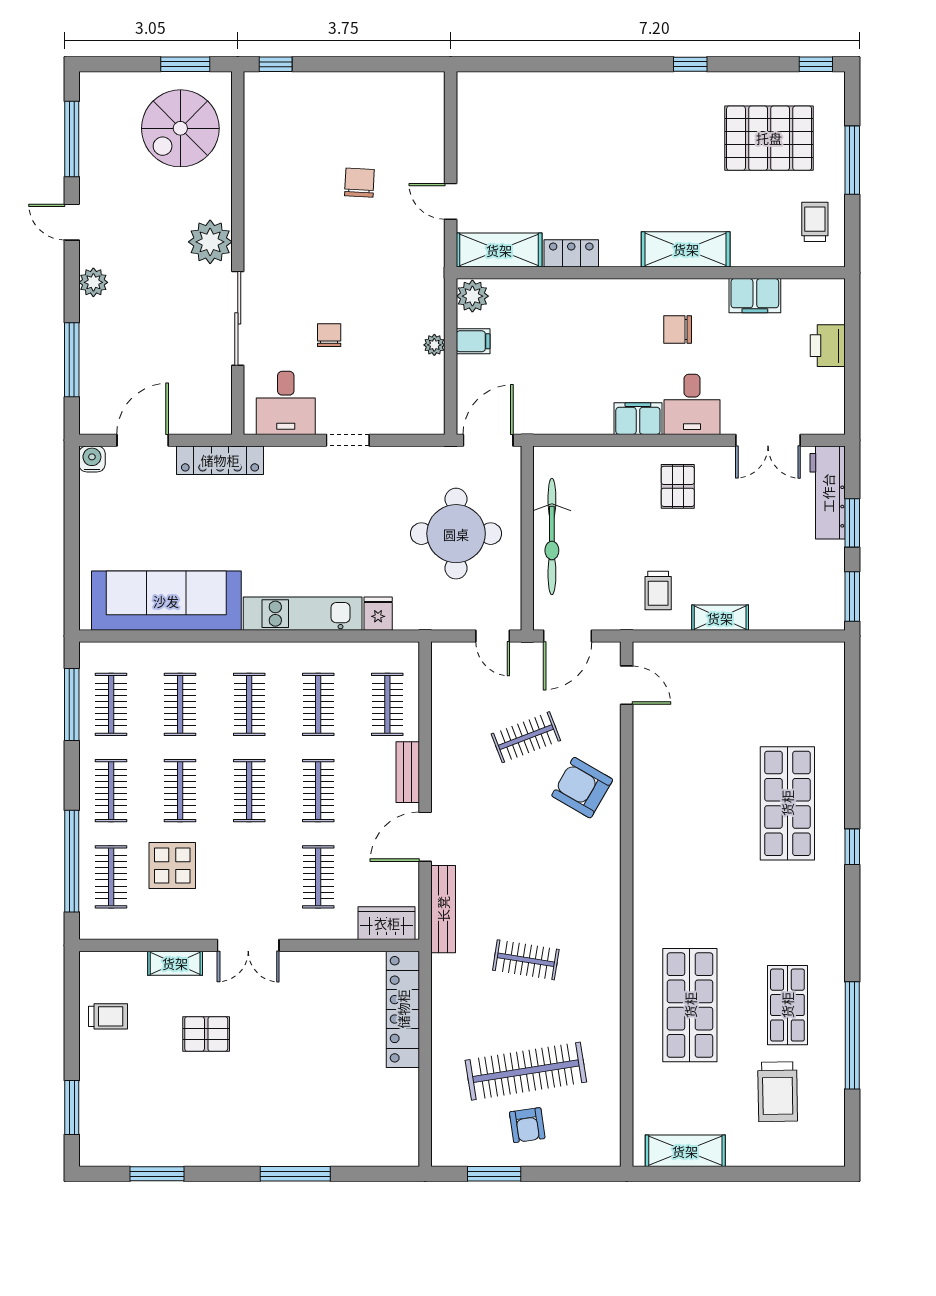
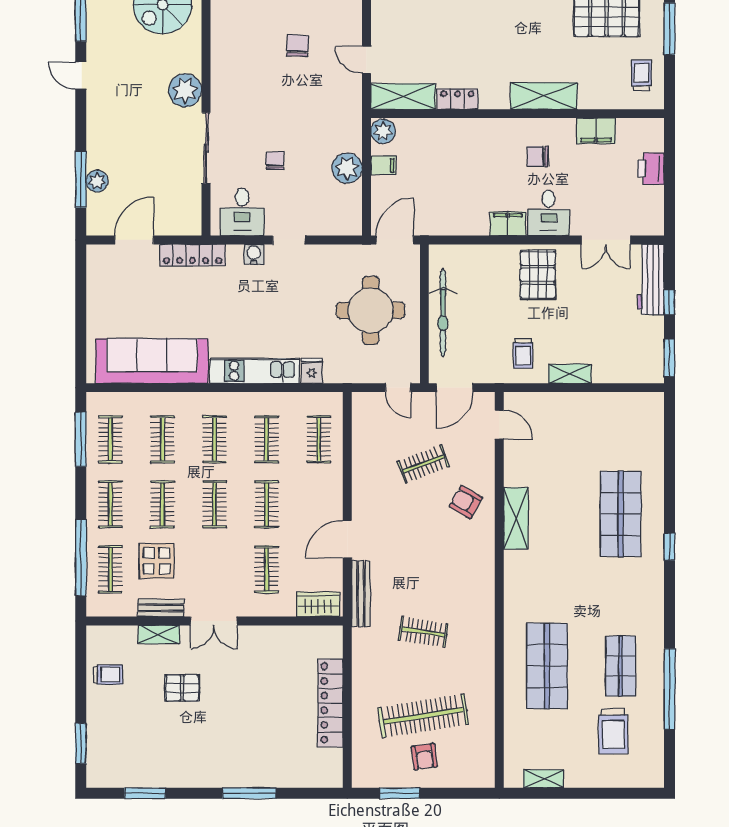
plant: (93, 282) -> (97, 181), moved
plant: (434, 345) -> (347, 168), width x1.88, depth x1.88
water cooler: (92, 459) -> (254, 254), moved
pallet: (678, 486) -> (538, 275), width x1.50, depth x1.42
window: (852, 523) -> (669, 302), width x0.67
bench: (408, 772) -> (161, 608), moved, turned 90
armchair: (582, 788) -> (466, 502), width x0.72, depth x0.72
shelving: (649, 809) -> (516, 518), added
locker: (403, 1009) -> (331, 703), moved
shelving: (685, 1151) -> (544, 779), width x0.67, depth x0.75

